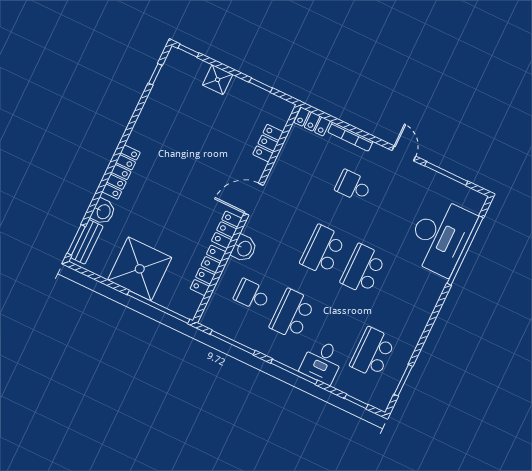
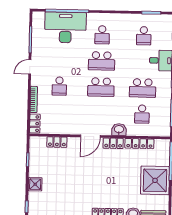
door: (254, 199) -> (90, 136), hinge flipped
school desk: (403, 288) -> (102, 35), added
school desk: (373, 352) -> (144, 36), width x0.54

